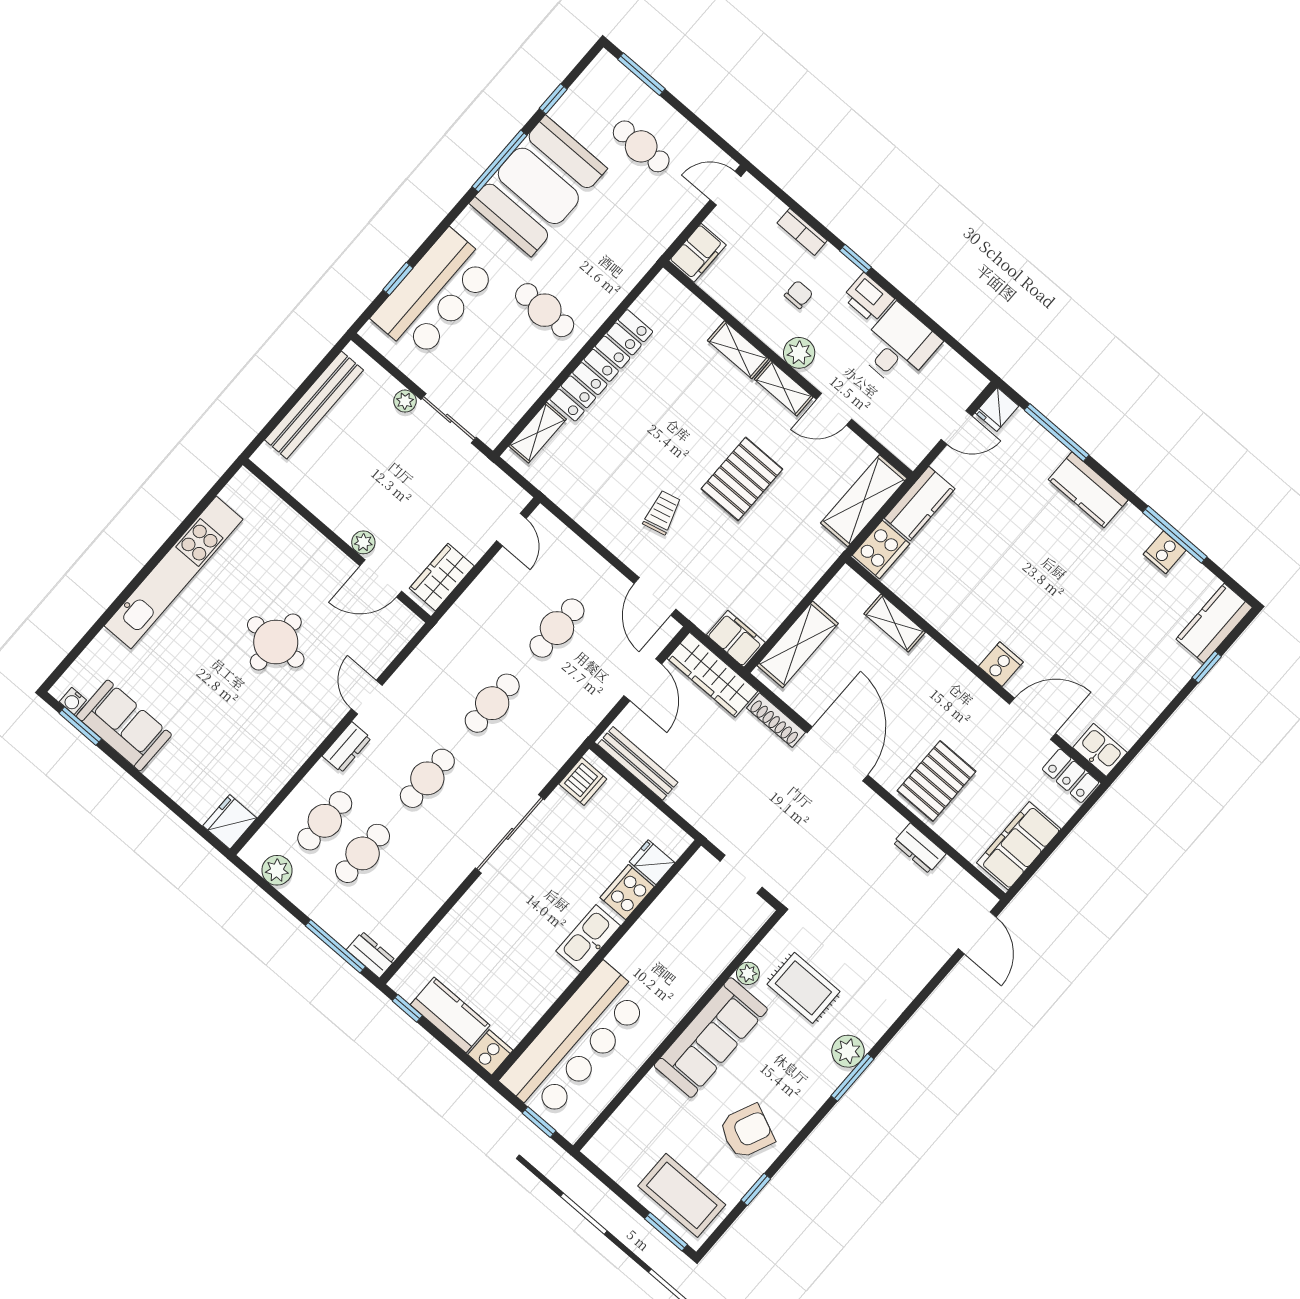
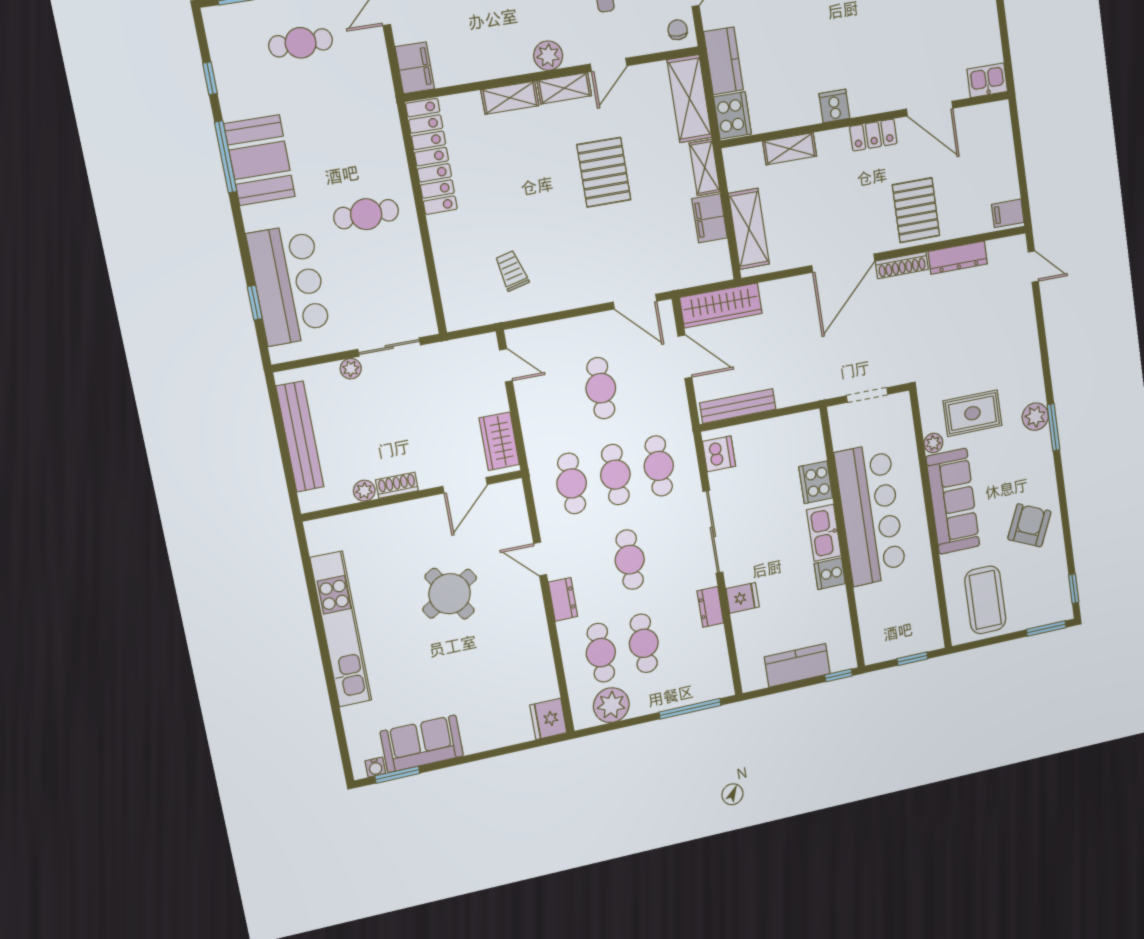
booth: (538, 186) -> (260, 160), width x0.73, depth x0.70
chair: (799, 294) -> (678, 30), moved
locker: (601, 365) -> (431, 157), moved
shelving: (538, 433) -> (705, 167), moved
trolley: (662, 512) -> (512, 271), moved
shoe rack: (336, 520) -> (397, 485), added
plant: (363, 542) -> (364, 491), moved
filing cabinet: (736, 639) -> (710, 218), moved, turned -90
round table: (276, 642) -> (450, 594), turned -31
cooker: (1001, 664) -> (834, 106), moved
cafe table: (454, 671) -> (572, 483), added
door: (1032, 719) -> (930, 109), swing flipped
shoe rack: (776, 720) -> (902, 265), moved
cafe table: (530, 736) -> (659, 466), added
door: (837, 754) -> (843, 263), swing flipped
locker: (1071, 776) -> (873, 135), moved
filing cabinet: (1019, 846) -> (1008, 213), width x0.33, depth x0.86
dresser: (920, 848) -> (958, 258), width x1.44
fridge: (652, 862) -> (743, 598), moved, turned 180
plant: (277, 870) -> (611, 705), width x1.36, depth x1.36
door: (977, 933) -> (1033, 267), width x0.73
dresser: (371, 955) -> (710, 607), moved, turned -90
window: (407, 1008) -> (839, 675), moved
bar counter: (575, 1042) -> (871, 514), moved
cooker: (490, 1052) -> (830, 574), moved, turned -90
window: (756, 1189) -> (1074, 589), moved
coffee table: (682, 1195) -> (985, 600), moved, turned 90

